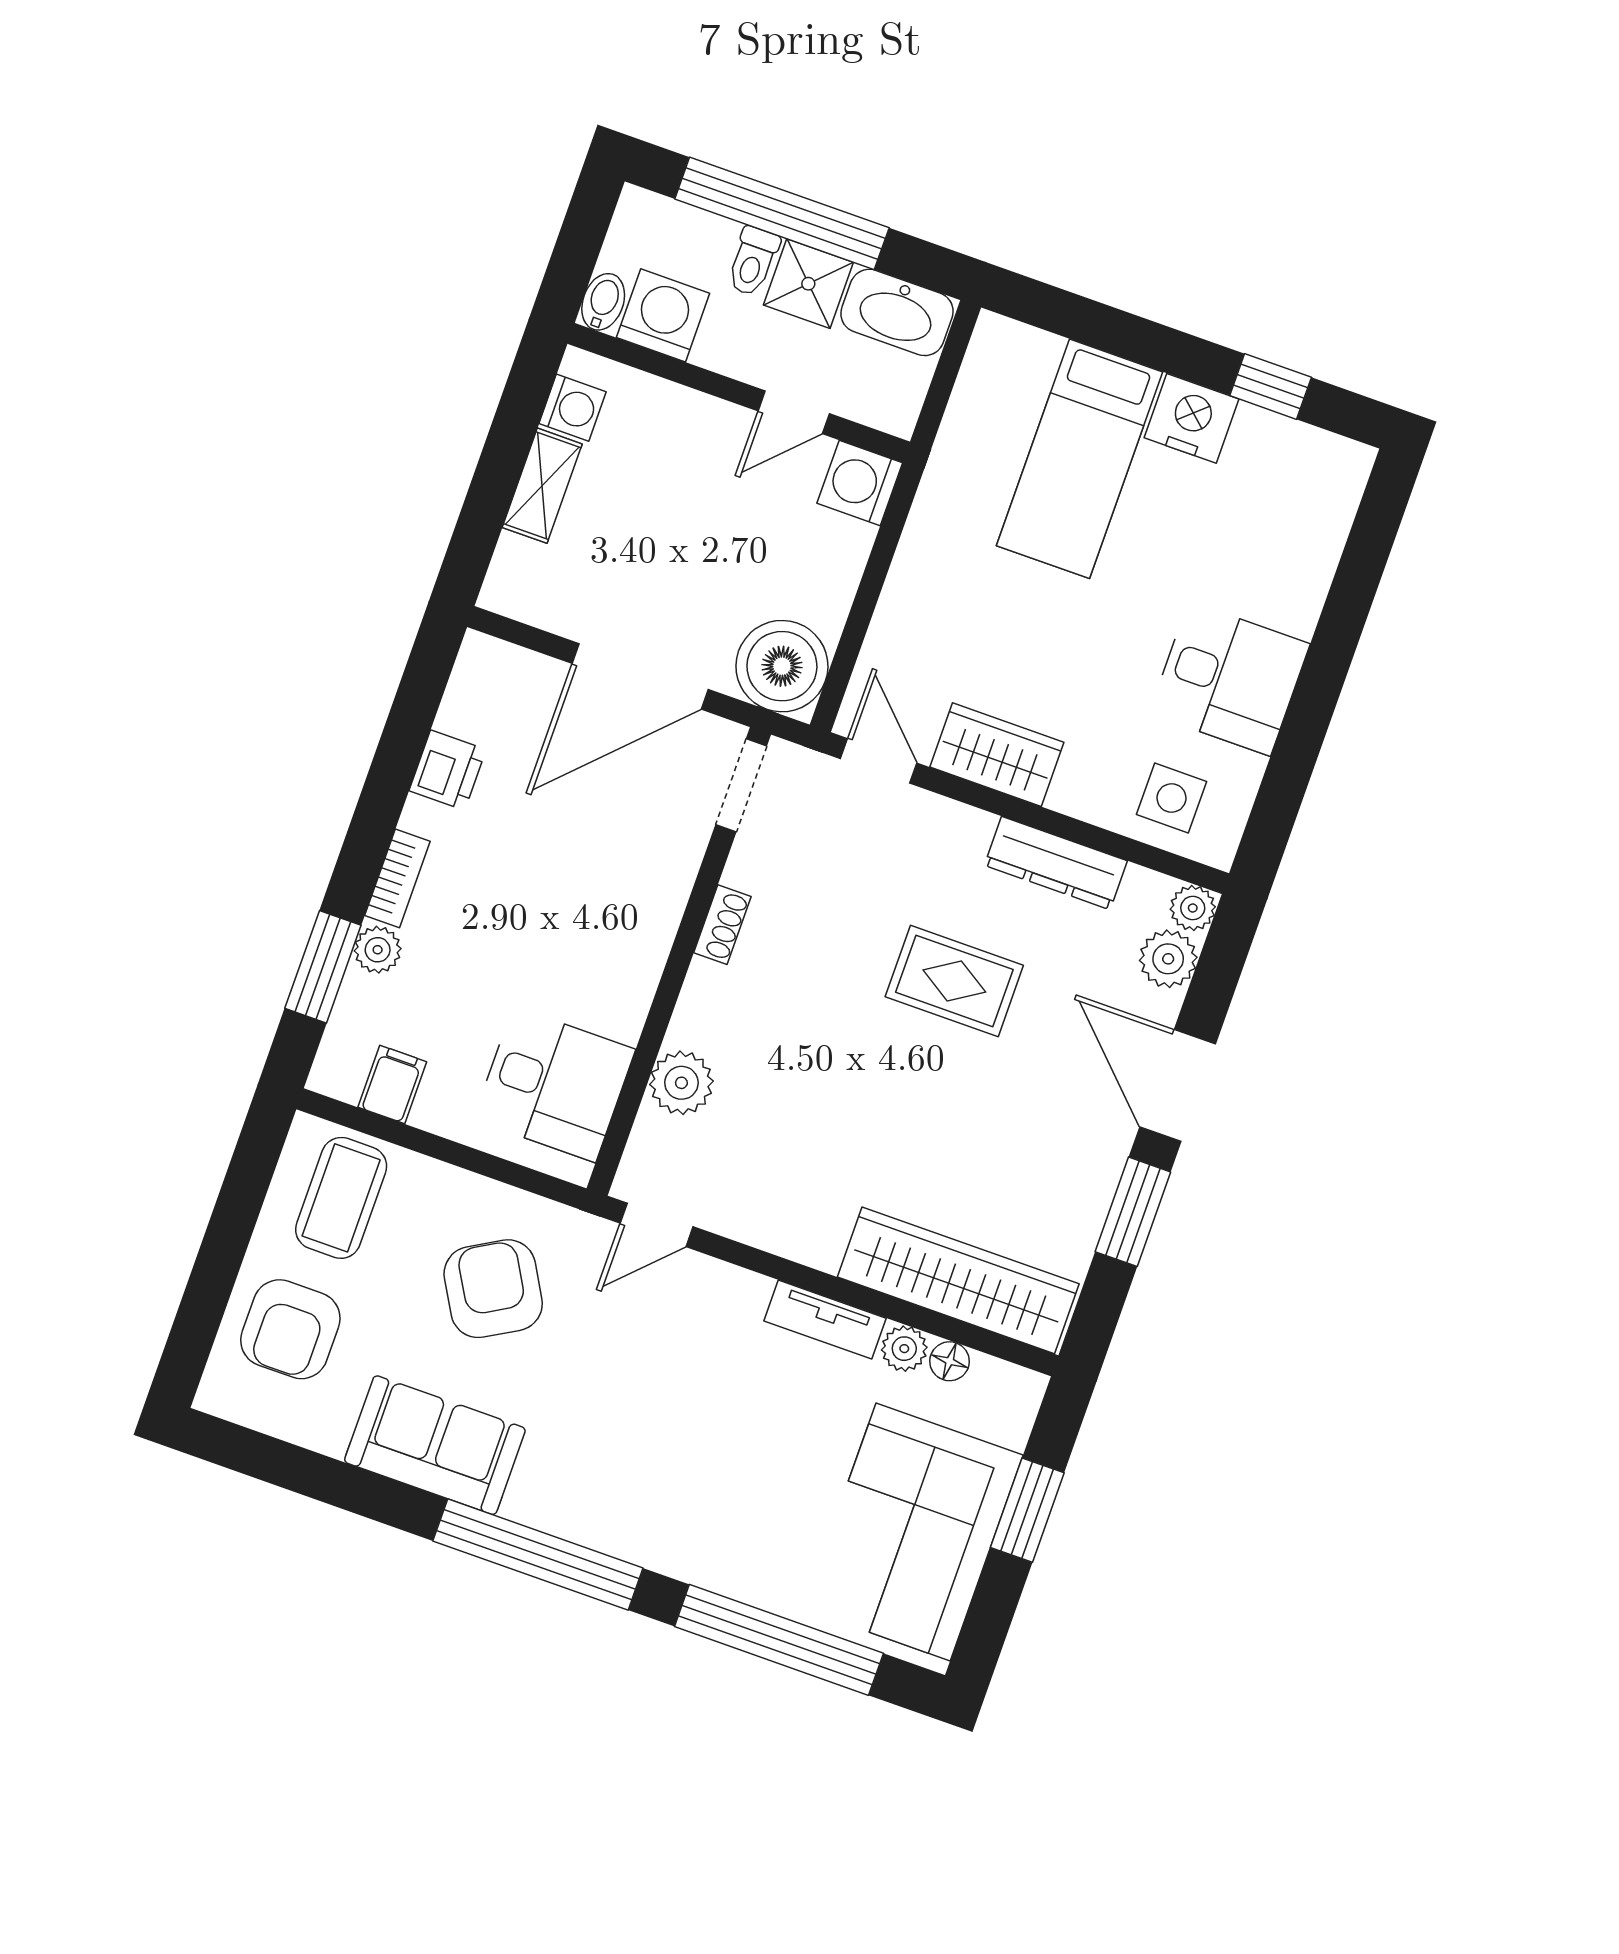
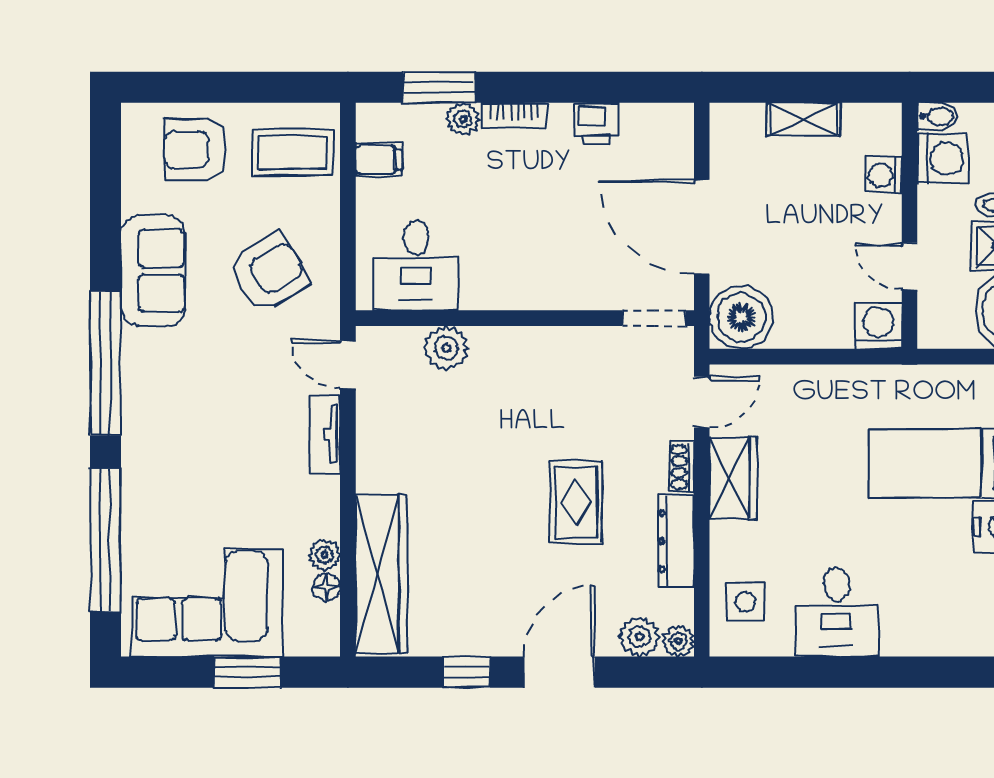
washing machine: (573, 408) -> (884, 175), moved, turned 90
shoe rack: (722, 925) -> (682, 467), moved, turned 90
window: (1133, 1212) -> (466, 672), width x0.67
tv unit: (825, 1320) -> (325, 434), moved

